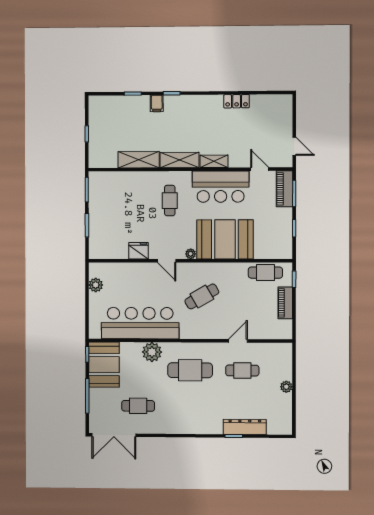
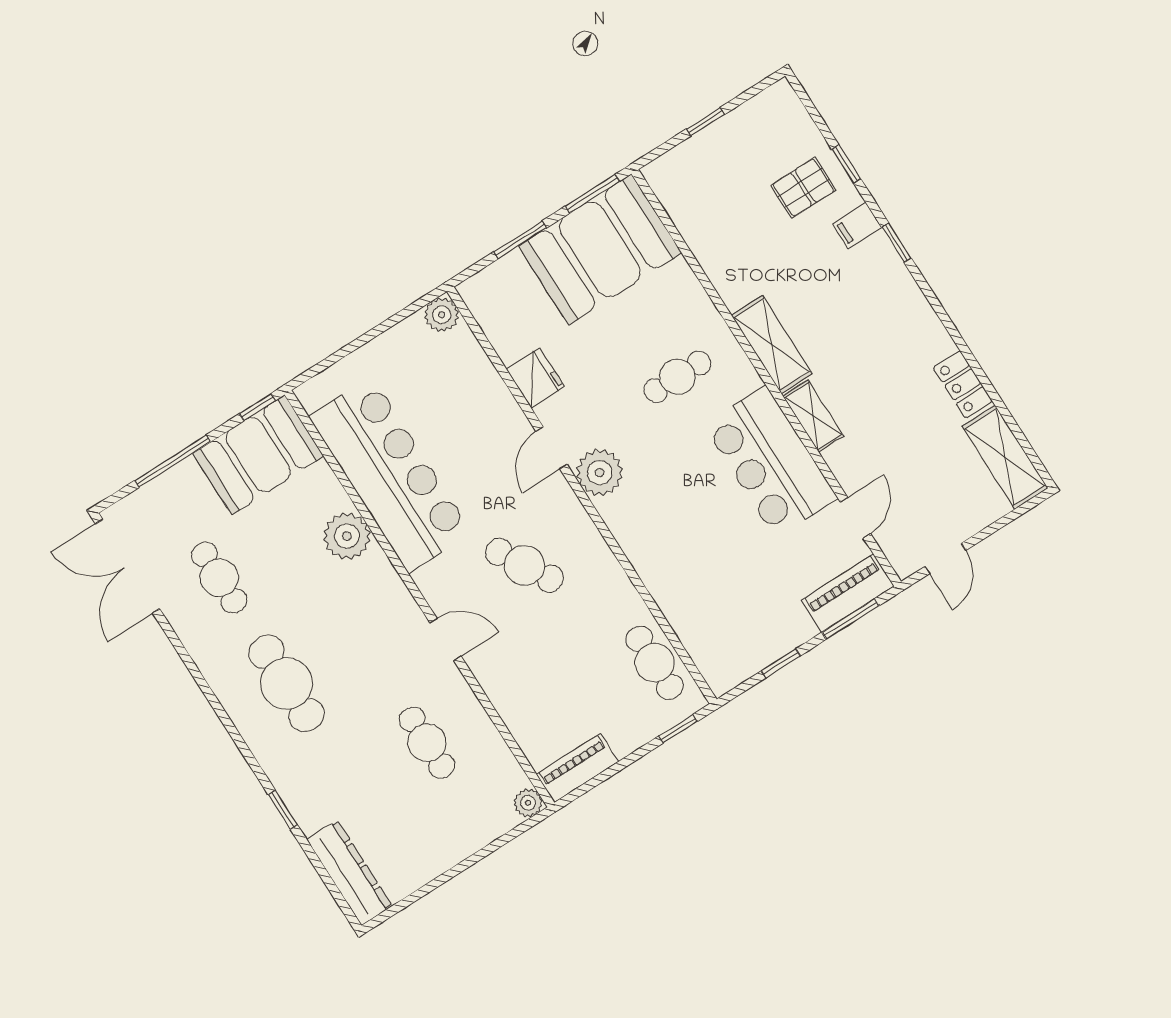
pallet: (132, 114) -> (803, 188), added
shelving: (139, 160) -> (1005, 457), moved
booth: (225, 239) -> (600, 249), moved, turned 90
plant: (191, 254) -> (600, 473), width x1.88, depth x1.88
plant: (96, 285) -> (442, 315), moved
piano: (285, 303) -> (577, 768), moved
door: (238, 341) -> (445, 639), moved
cafe table: (190, 370) -> (287, 683), moved
plant: (286, 387) -> (528, 803), moved
dresser: (245, 427) -> (349, 873), moved

